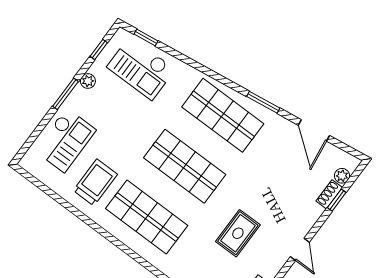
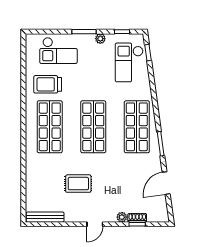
plant: (342, 176) -> (122, 217), moved
trolley: (95, 182) -> (48, 84), turned 180

